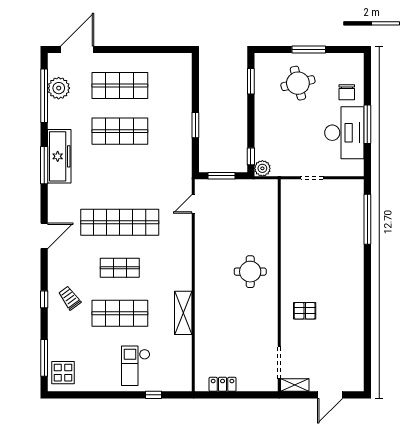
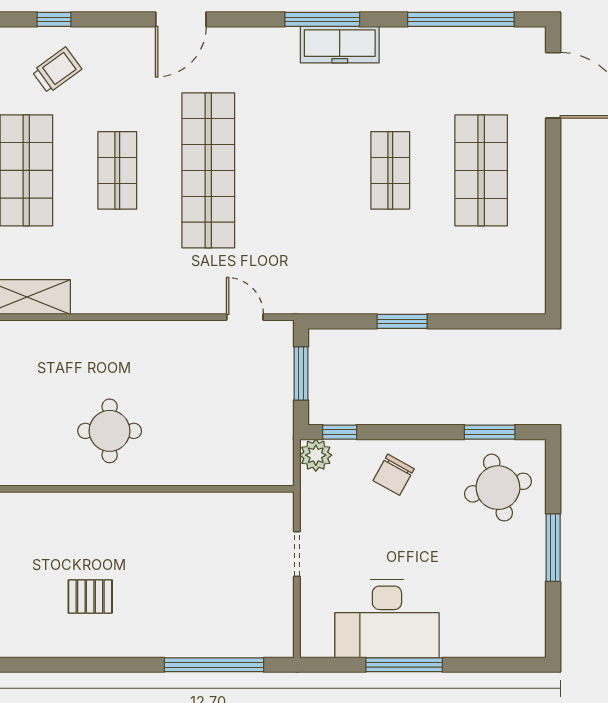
round table: (298, 83) -> (498, 488), moved
plant: (59, 88) -> (476, 48), removed
chair: (347, 92) -> (394, 475), moved, turned -61
shop shelf: (120, 131) -> (390, 170), width x0.70, depth x0.74
freezer: (59, 156) -> (340, 45), width x0.73, depth x0.79
door: (44, 236) -> (181, 19), hinge flipped
pallet: (305, 311) -> (90, 596), moved, turned 90

